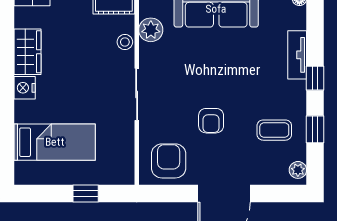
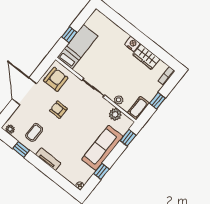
tv unit: (297, 55) -> (48, 159), moved
window: (315, 78) -> (42, 166), removed
bed: (55, 142) -> (78, 47), moved, turned 180
armchair: (169, 161) -> (56, 79), turned -90

